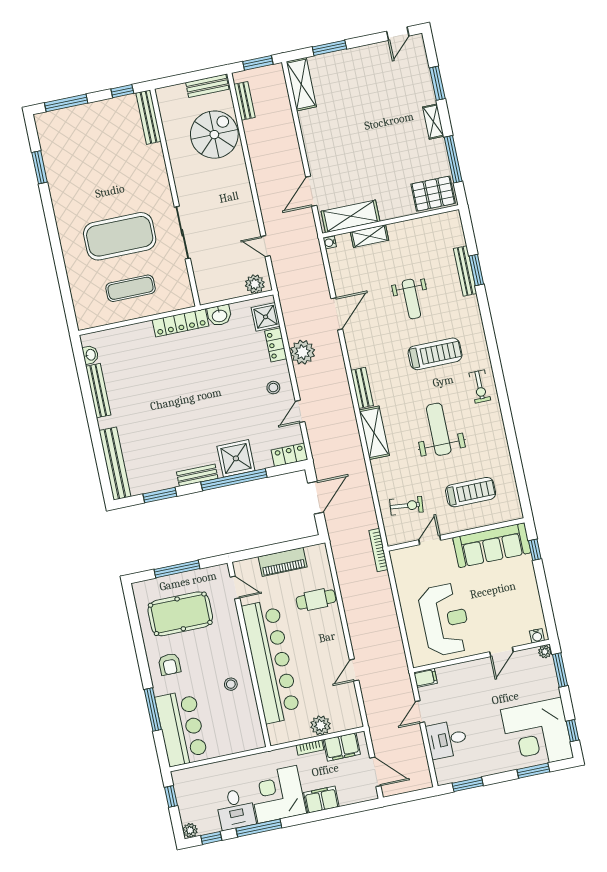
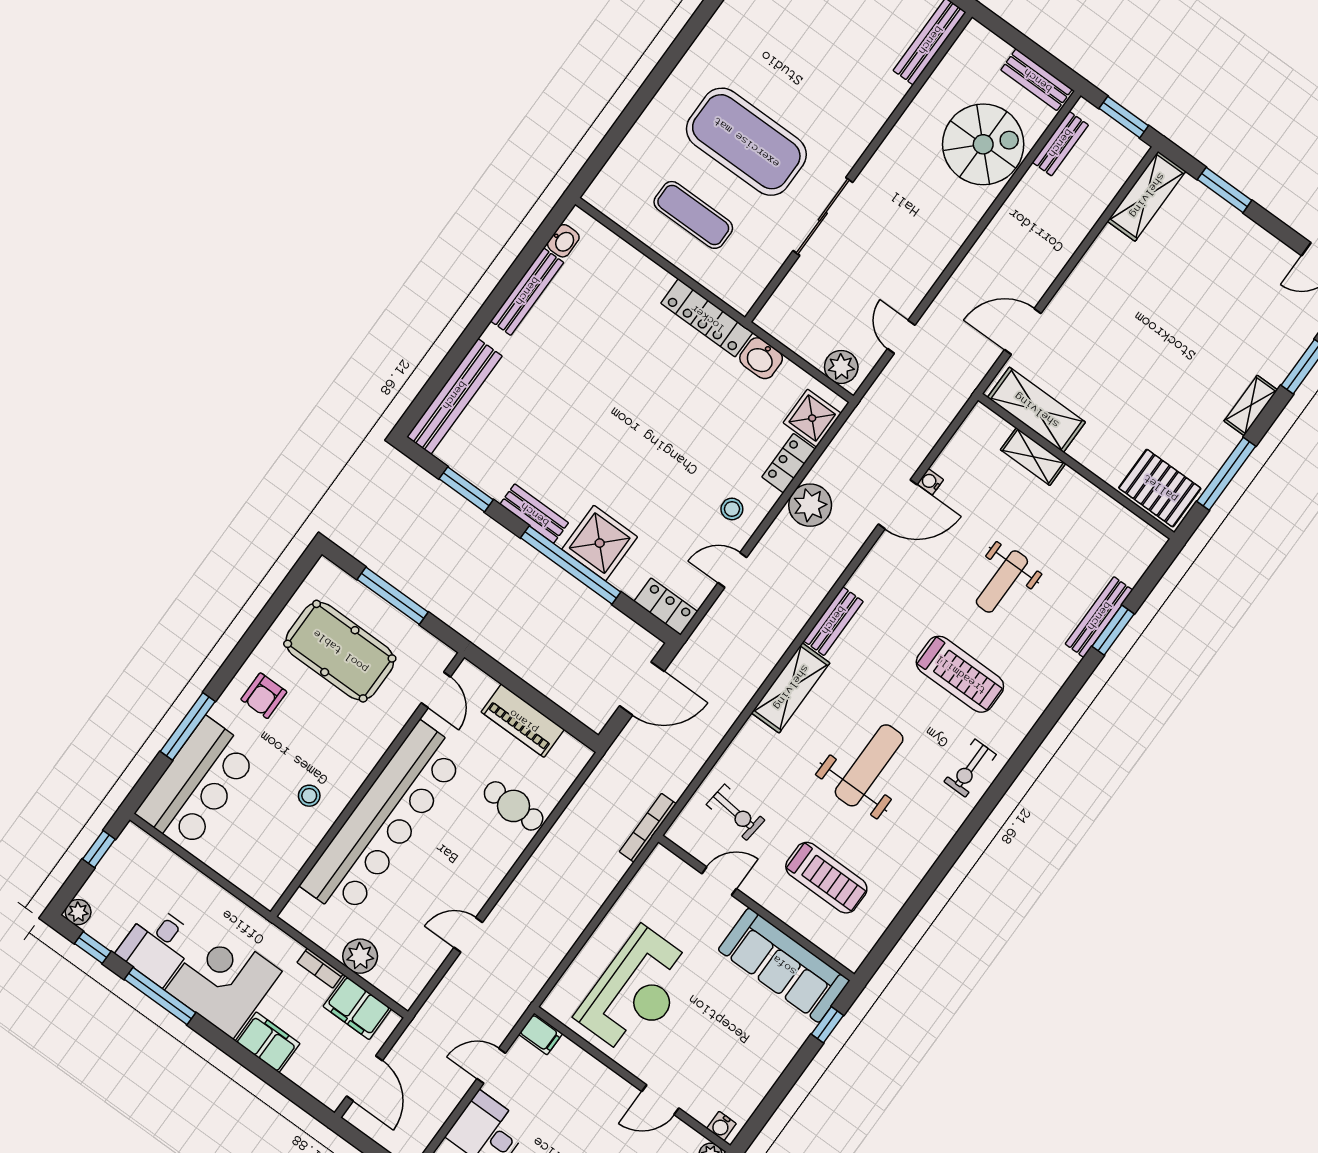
water cooler: (330, 243) -> (930, 482), moved

